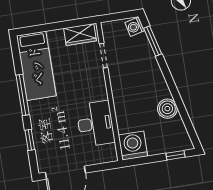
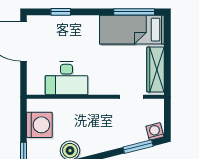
wardrobe: (80, 35) -> (156, 69), width x1.50
window: (23, 95) -> (134, 12), moved
washing machine: (133, 146) -> (39, 125), moved

